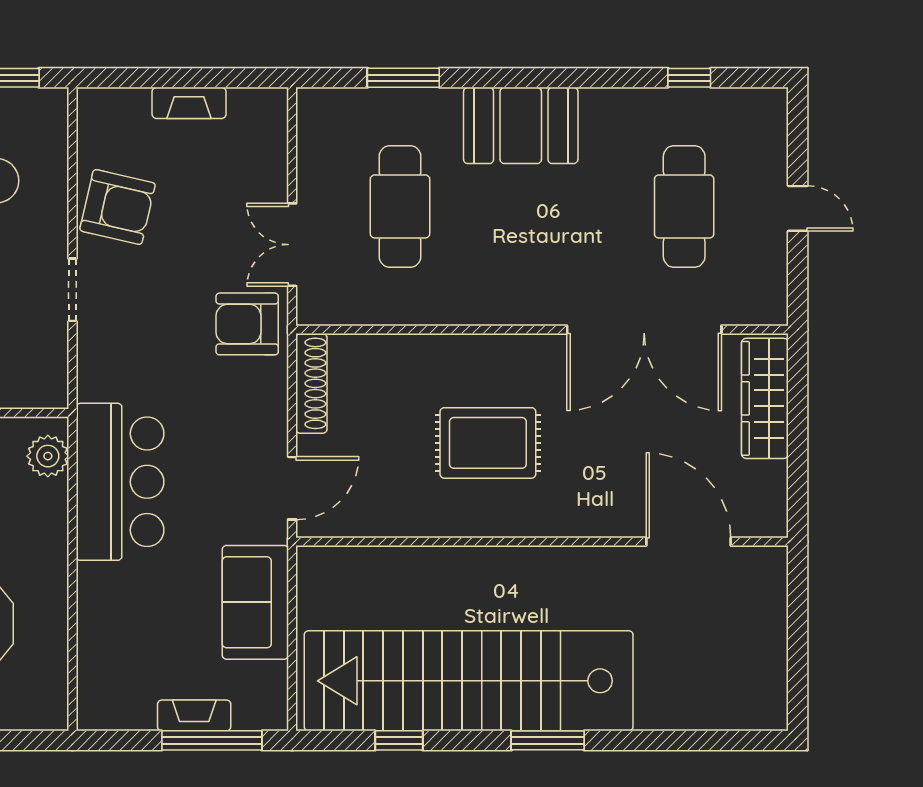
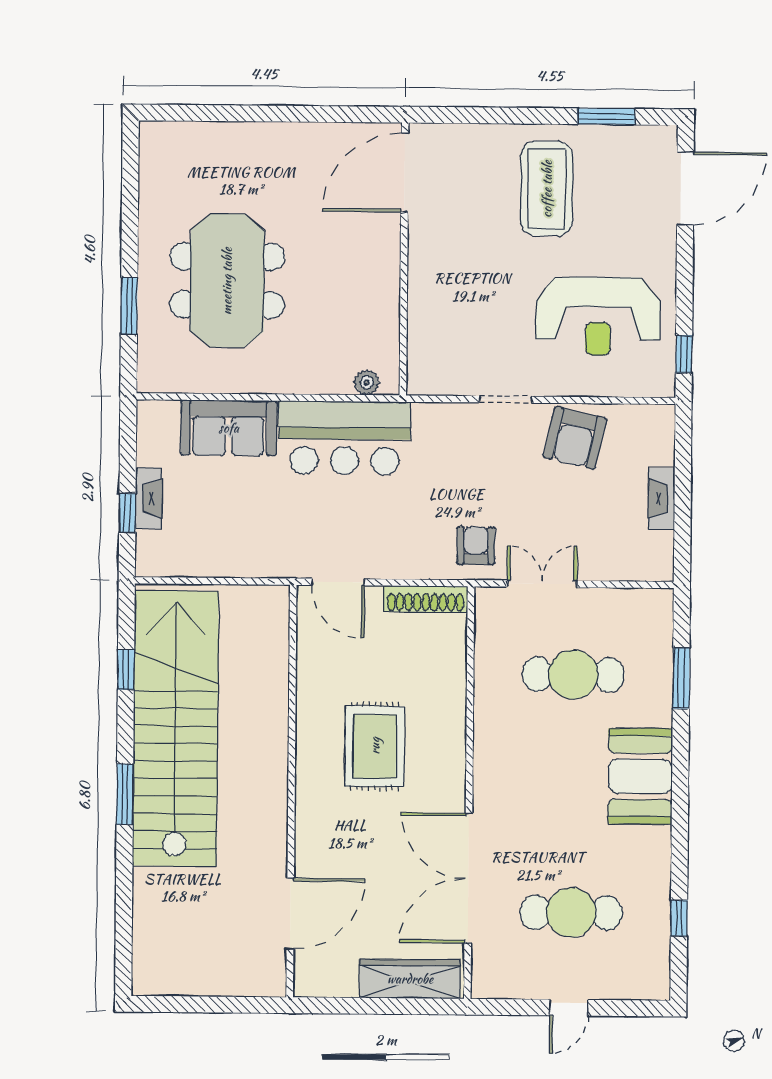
armchair: (247, 324) -> (476, 546), width x0.72, depth x0.72
plant: (48, 456) -> (367, 382), width x0.73, depth x0.73
sofa: (255, 602) -> (229, 428), moved, turned 180
window: (212, 740) -> (127, 513), width x0.46

